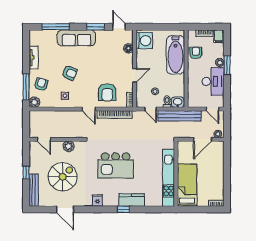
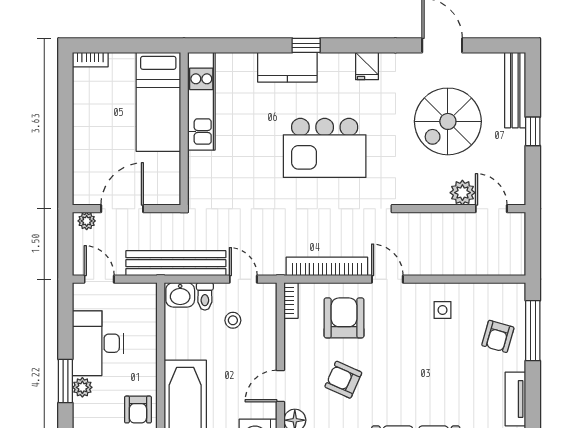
armchair: (70, 73) -> (343, 380), moved
door: (135, 75) -> (280, 386), moved
plant: (34, 102) -> (513, 295), removed
plant: (69, 146) -> (462, 193), moved
kitchen island: (116, 165) -> (325, 148), turned 180
kitchen unit: (169, 178) -> (201, 101), width x0.73

